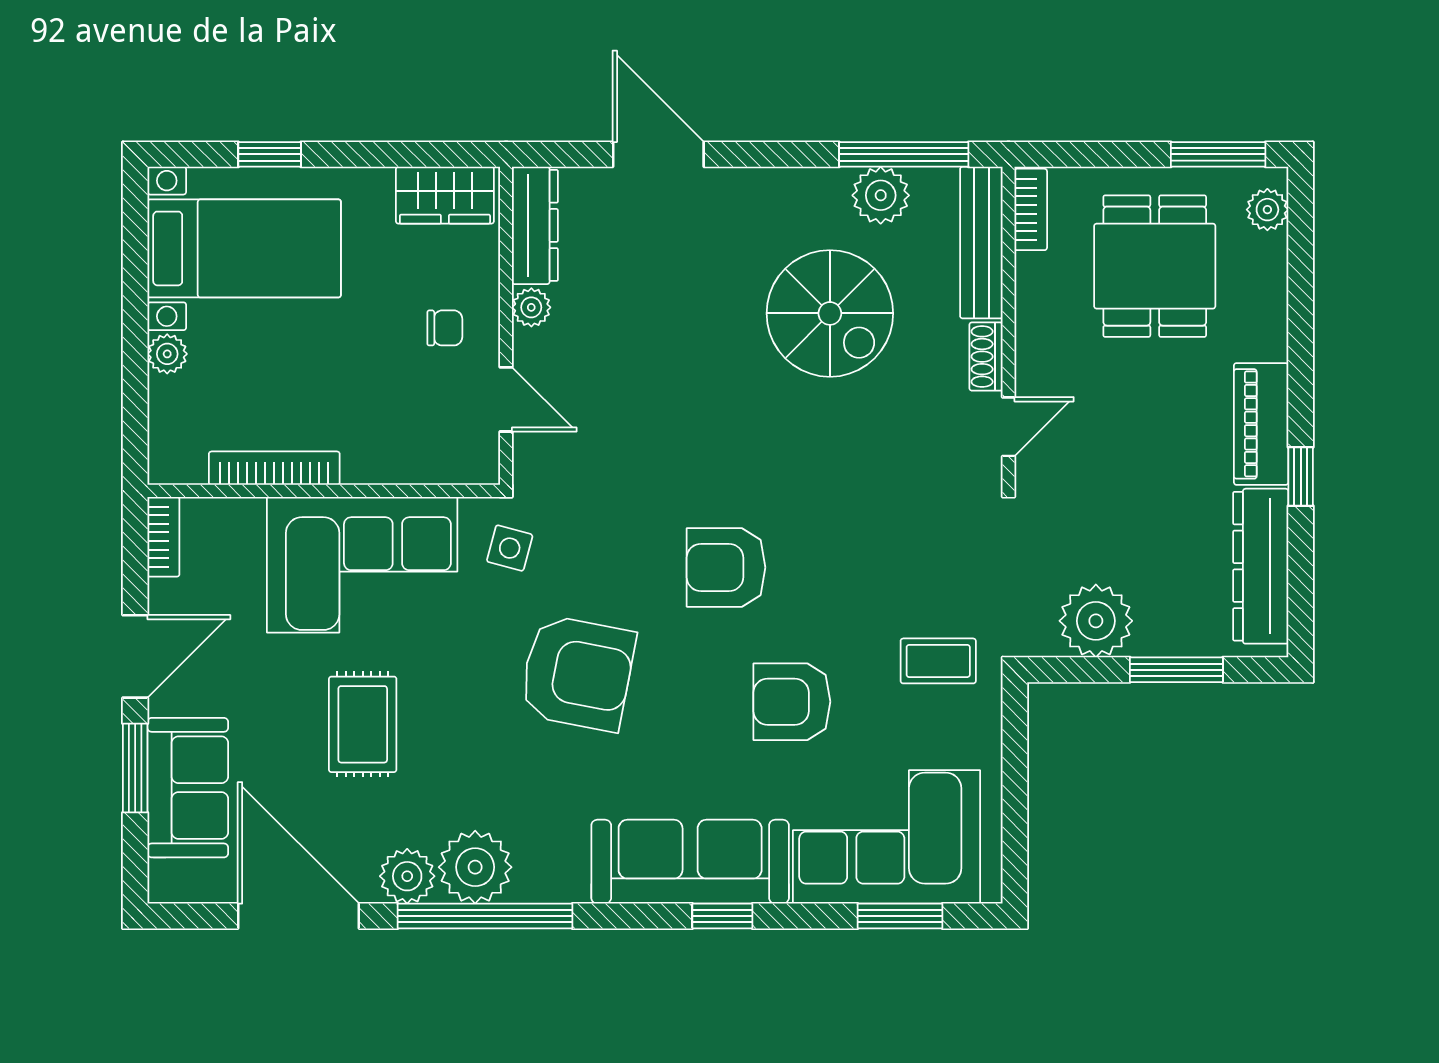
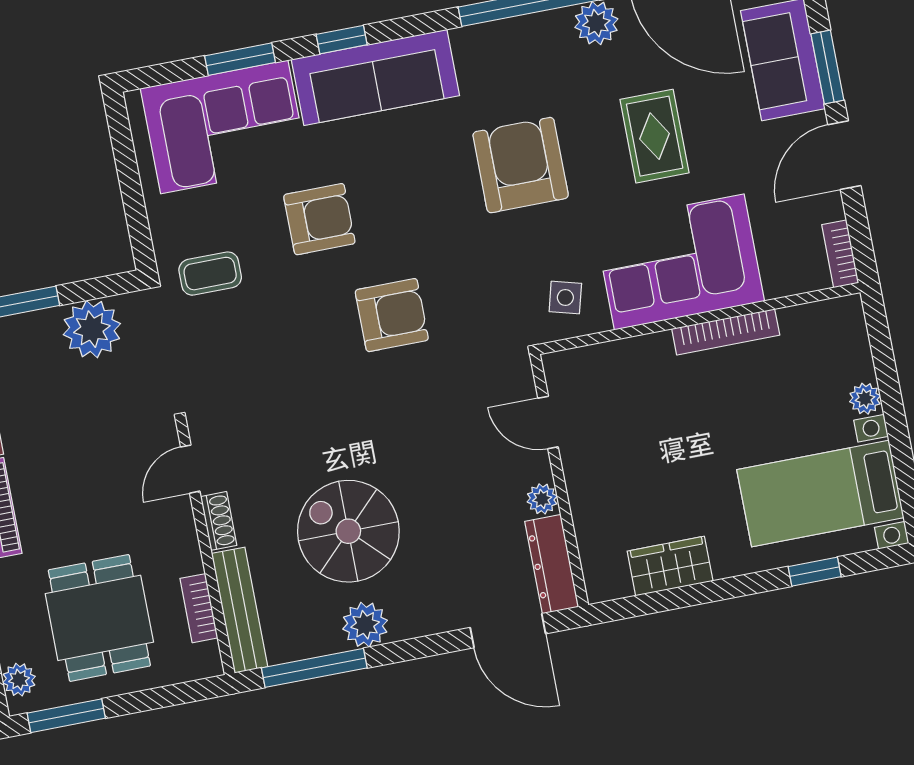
plant: (881, 195) -> (365, 625), moved
bookcase: (1031, 209) -> (199, 608), moved
dresser: (535, 225) -> (552, 564), moved
plant: (531, 307) -> (542, 499), moved
wall: (506, 326) -> (559, 480), moved
chair: (445, 328) -> (650, 461), removed
door: (506, 399) -> (548, 422), moved
bookcase: (274, 468) -> (726, 332), moved
armchair: (577, 673) -> (521, 165), moved, turned 79
plant: (475, 867) -> (544, 41), removed
window: (900, 916) -> (240, 59), moved

